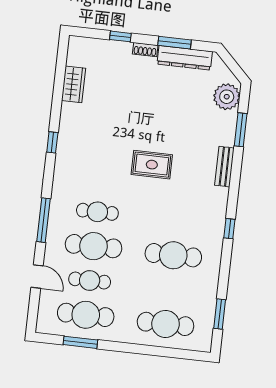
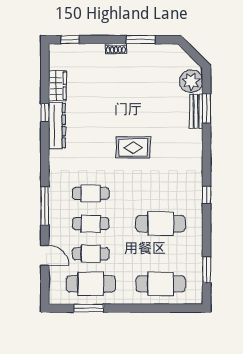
window: (120, 36) -> (70, 40), moved
dresser: (185, 58) -> (57, 125), moved, turned -90
window: (52, 142) -> (45, 113), moved
bench: (224, 167) -> (196, 111), moved
cafe table: (94, 246) -> (91, 224), width x0.73, depth x0.74

